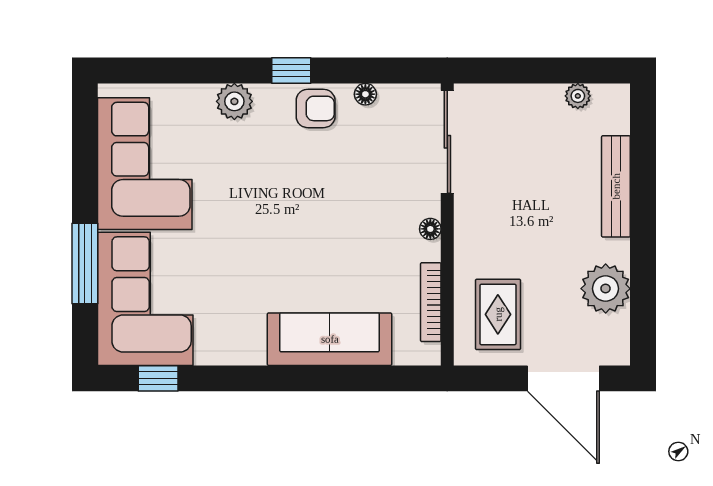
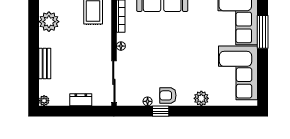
window: (291, 70) -> (161, 111), moved
plant: (578, 96) -> (44, 101), moved
dresser: (528, 98) -> (81, 100), added
bench: (616, 186) -> (45, 64), width x0.73

